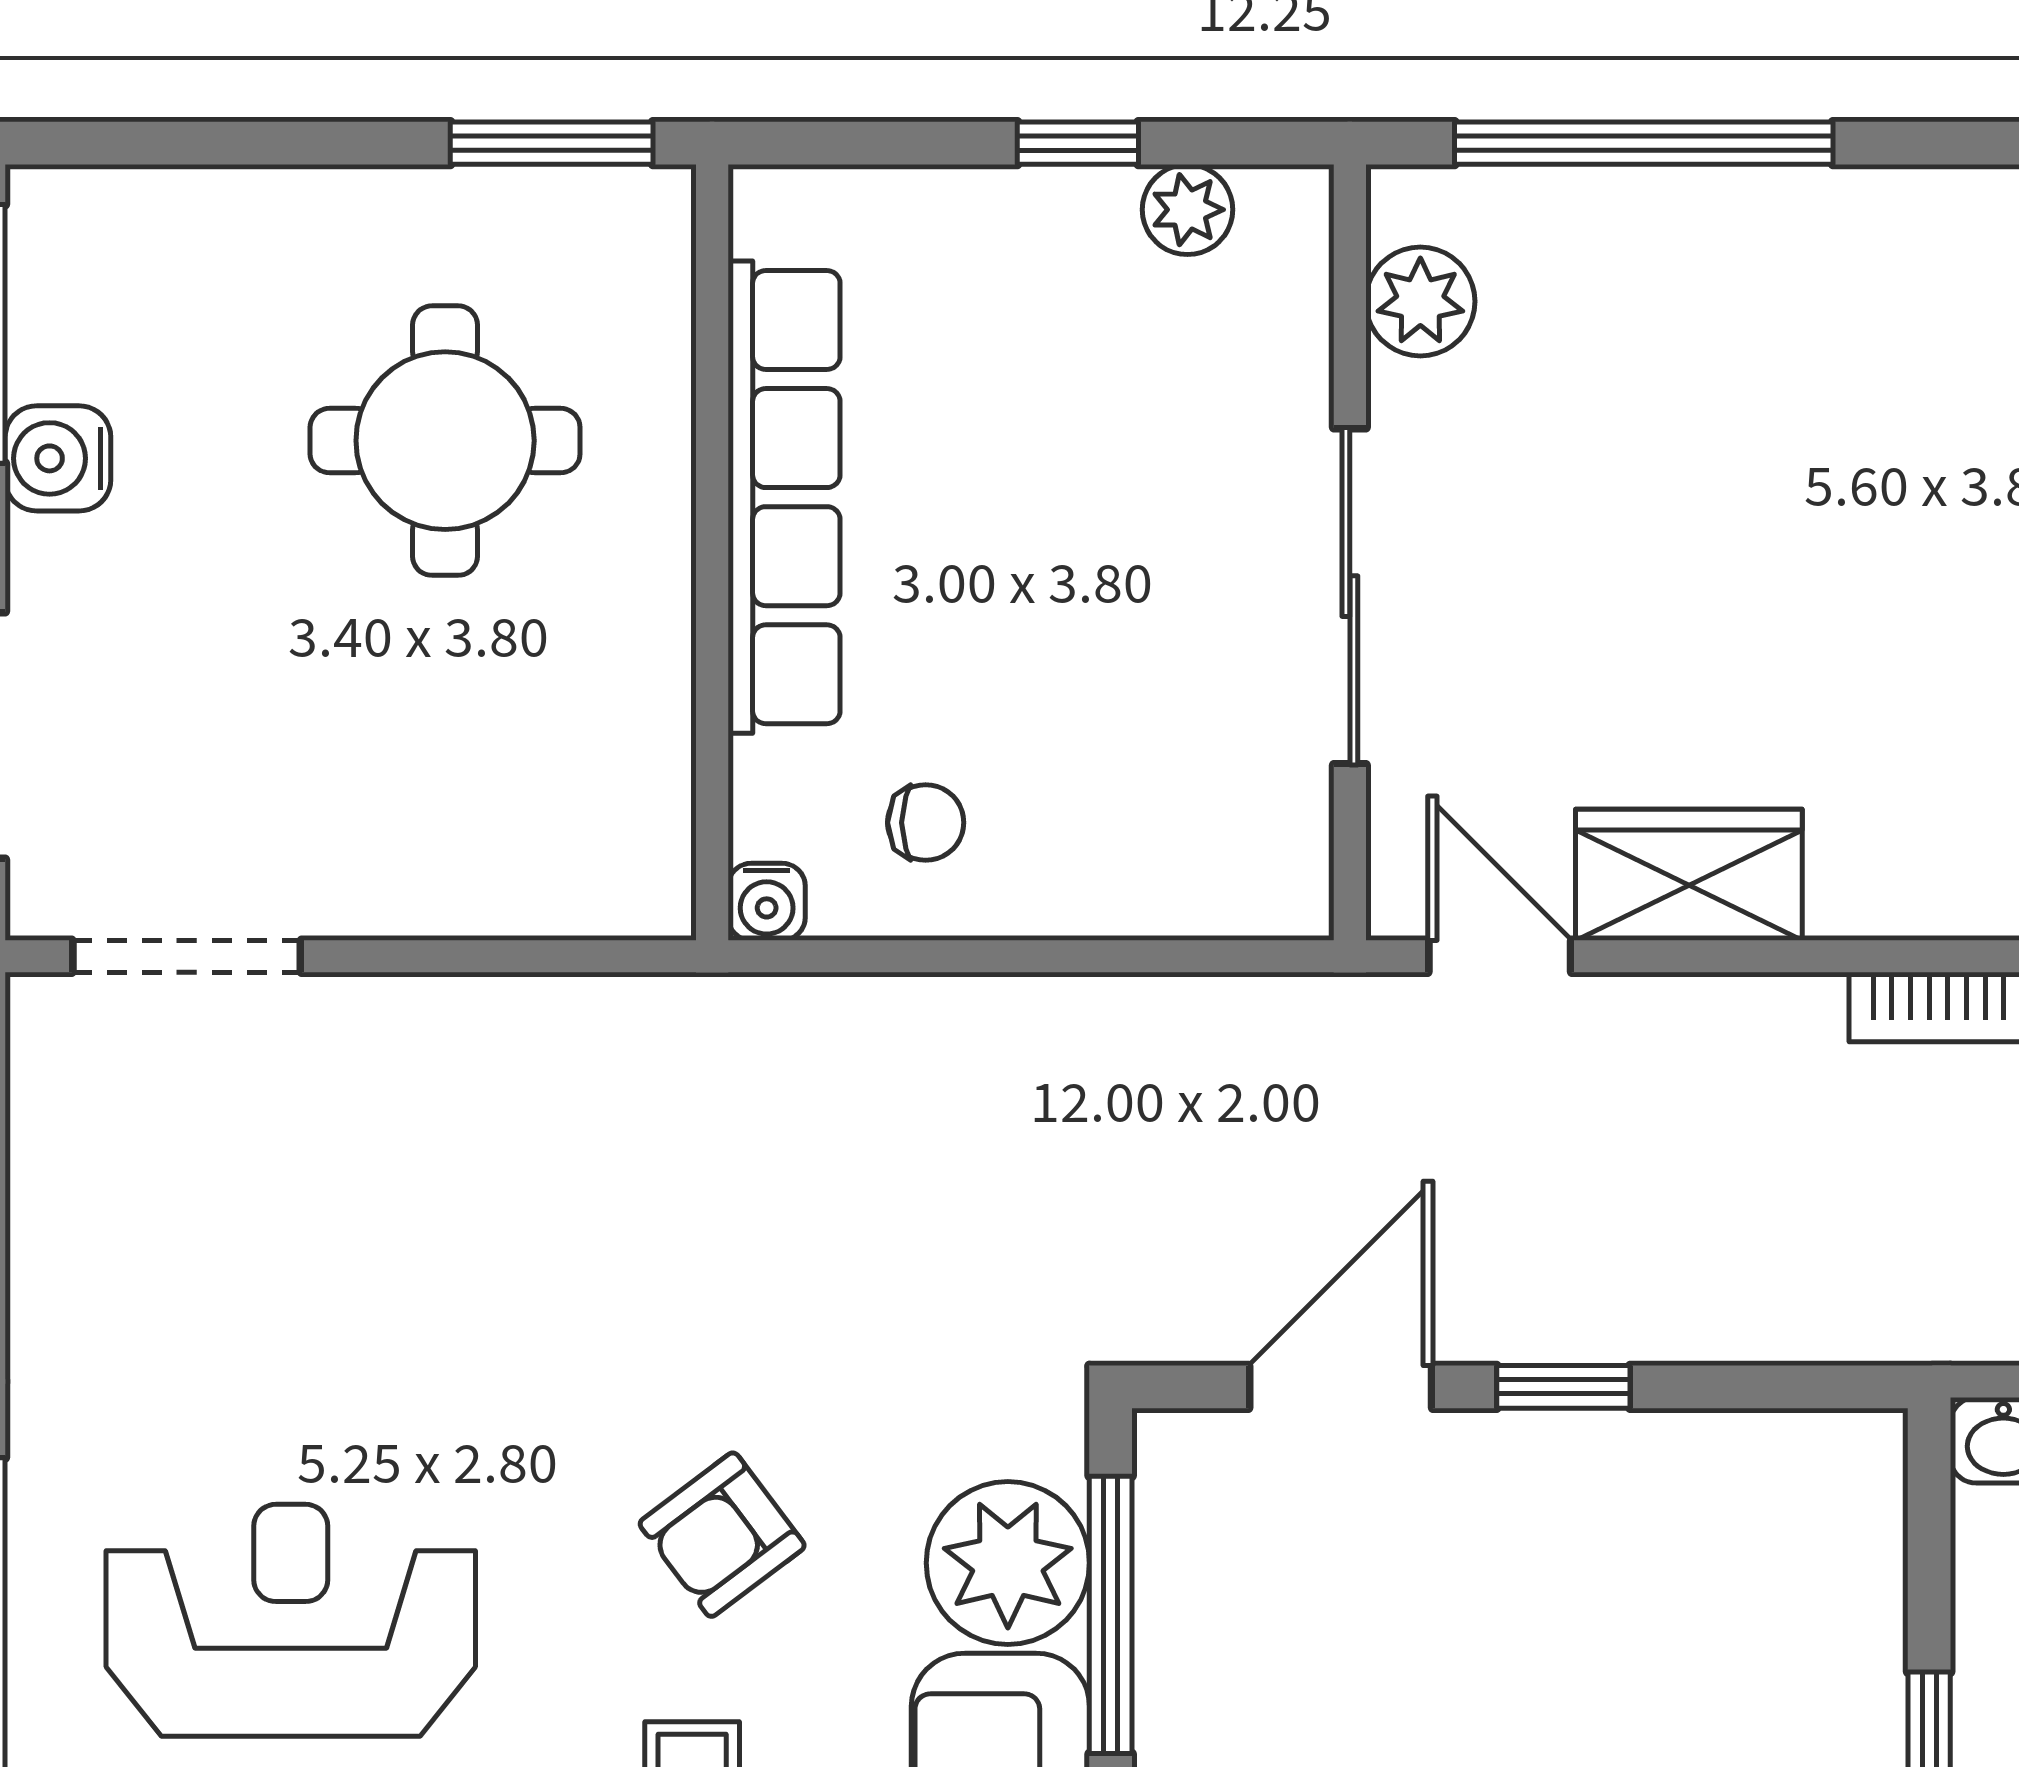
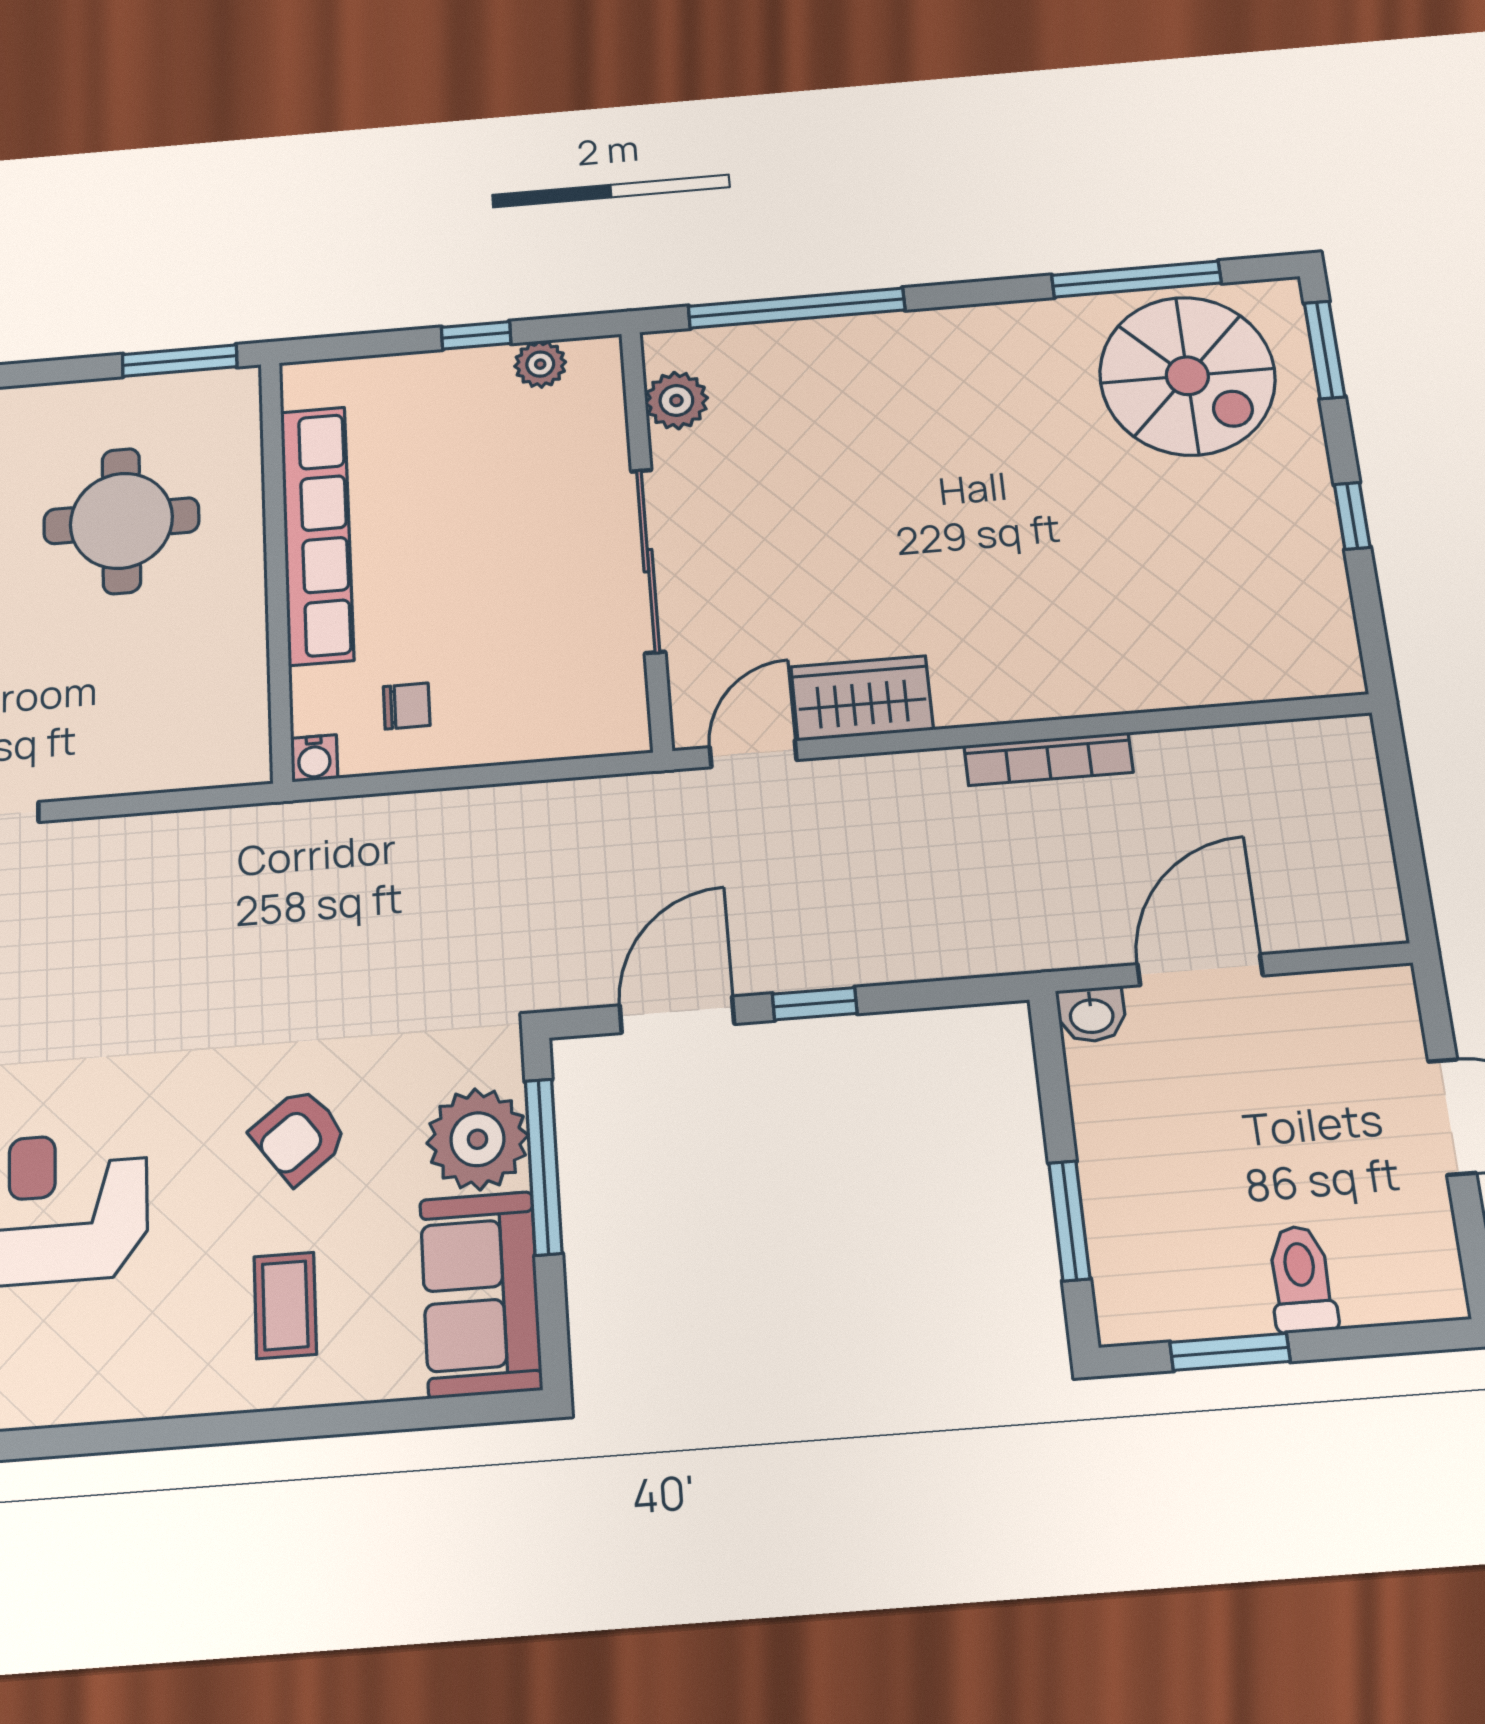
door: (1500, 956) -> (753, 754), hinge flipped

